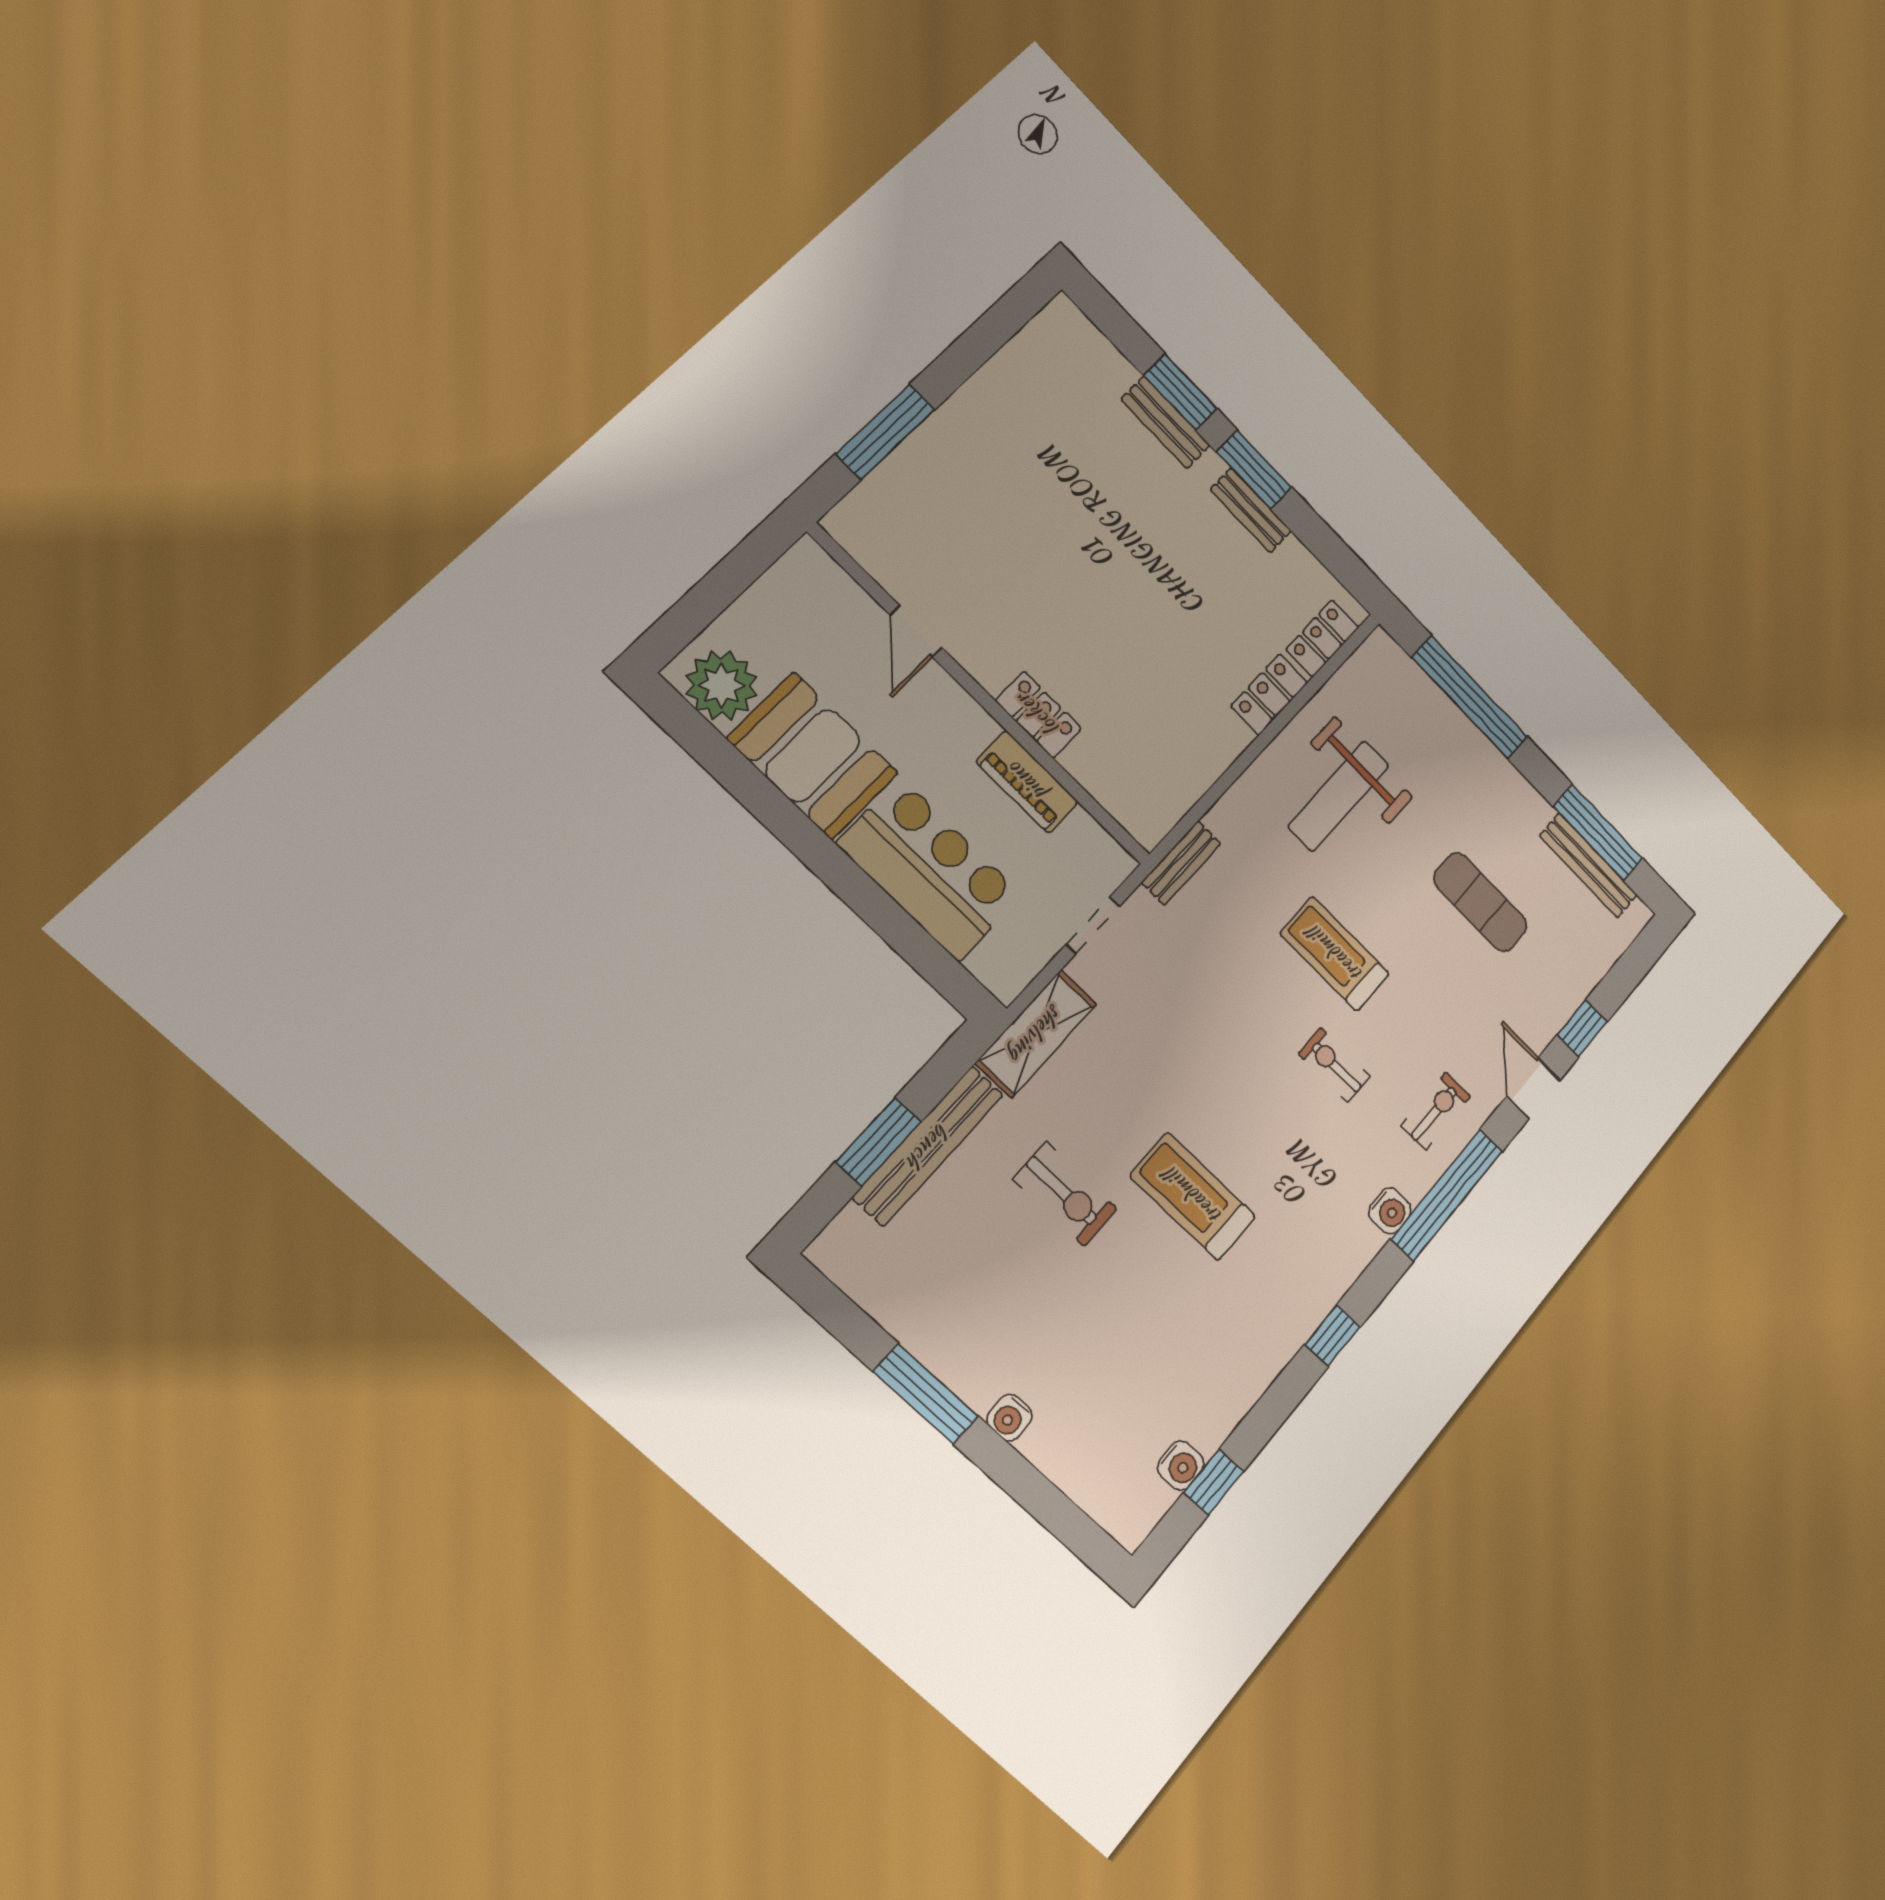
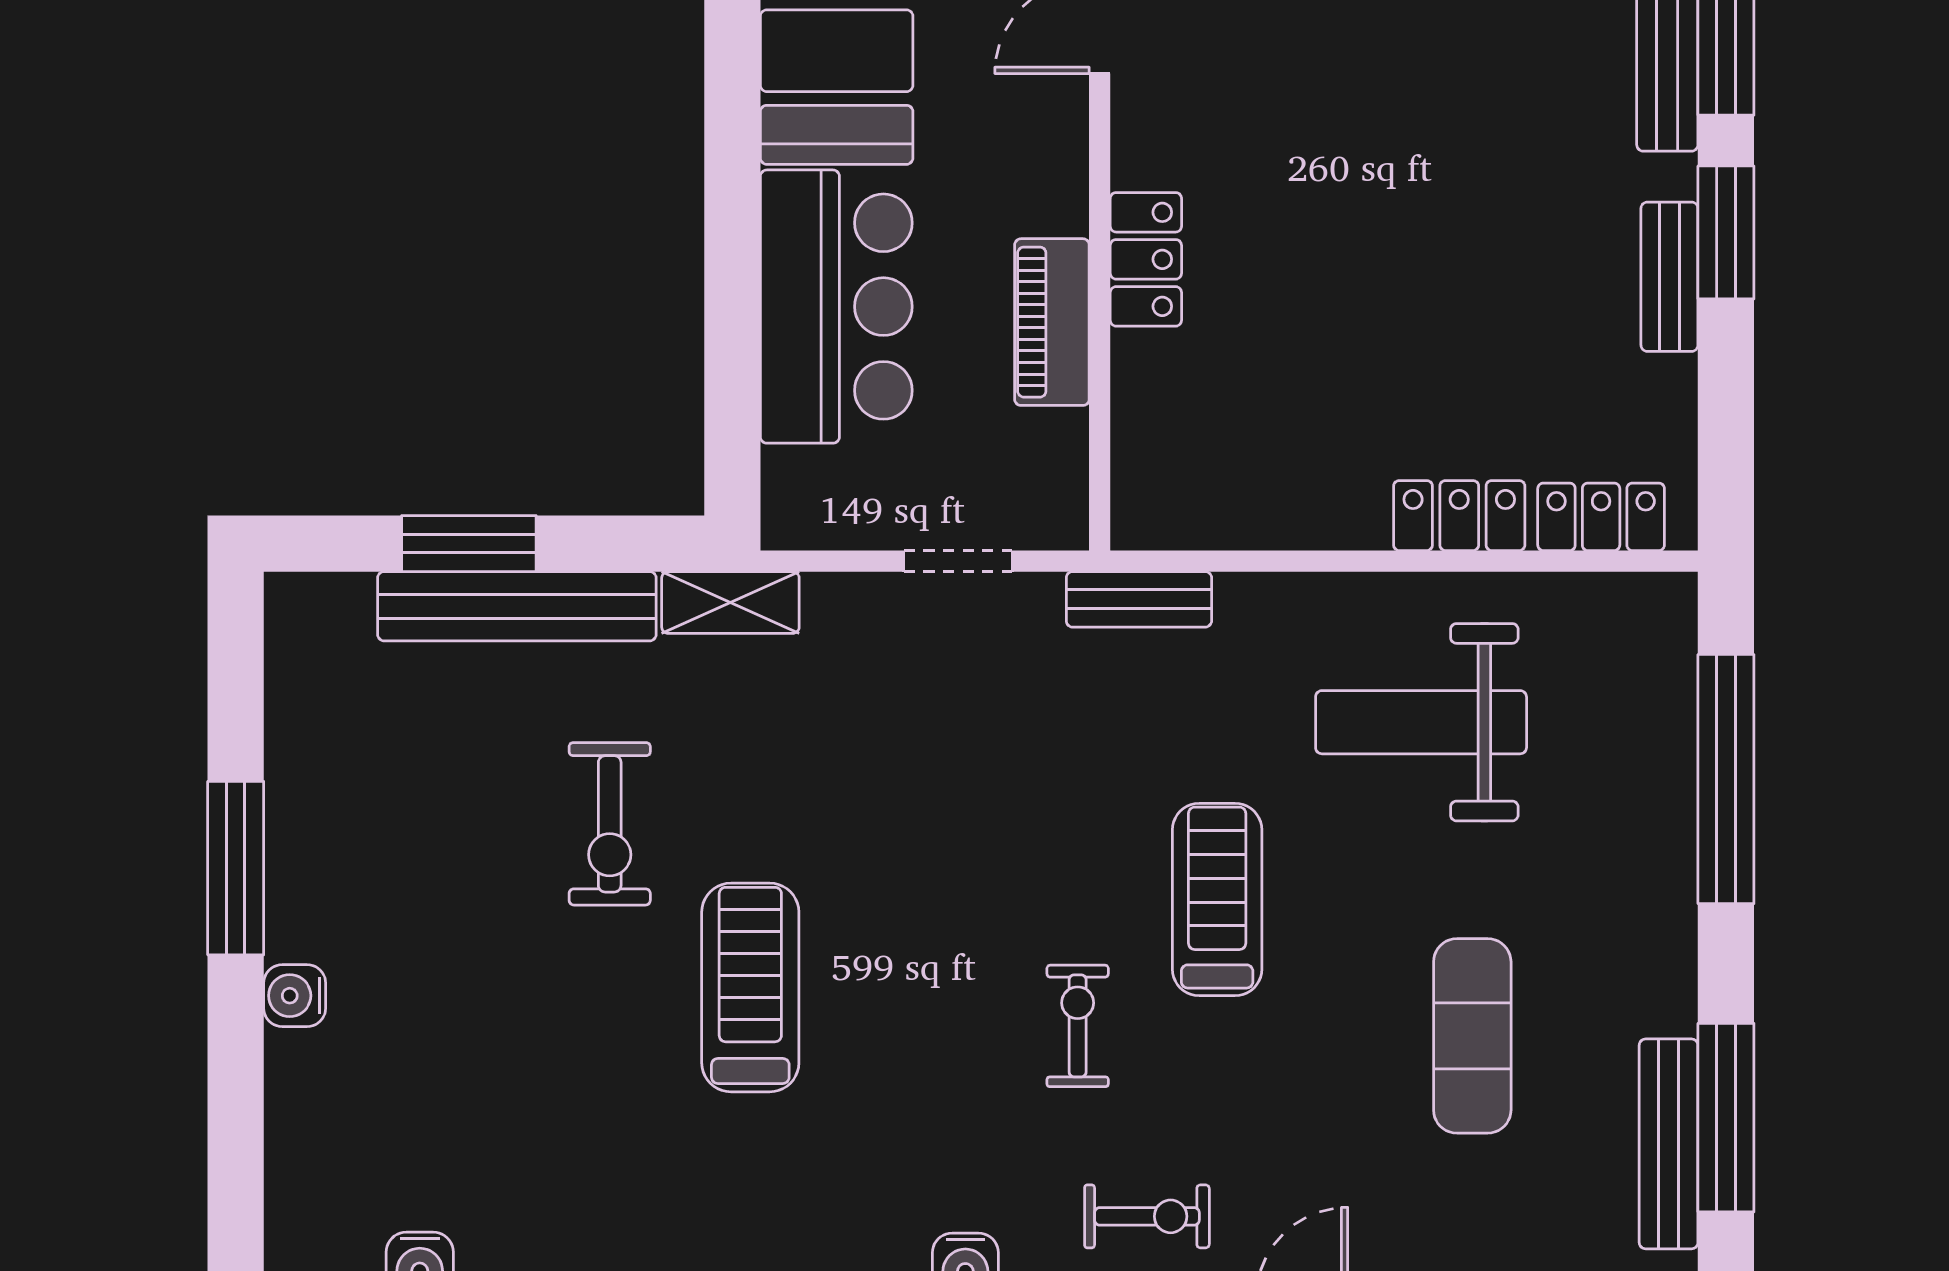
shelving: (1036, 1034) -> (730, 603), width x0.67, depth x0.75

